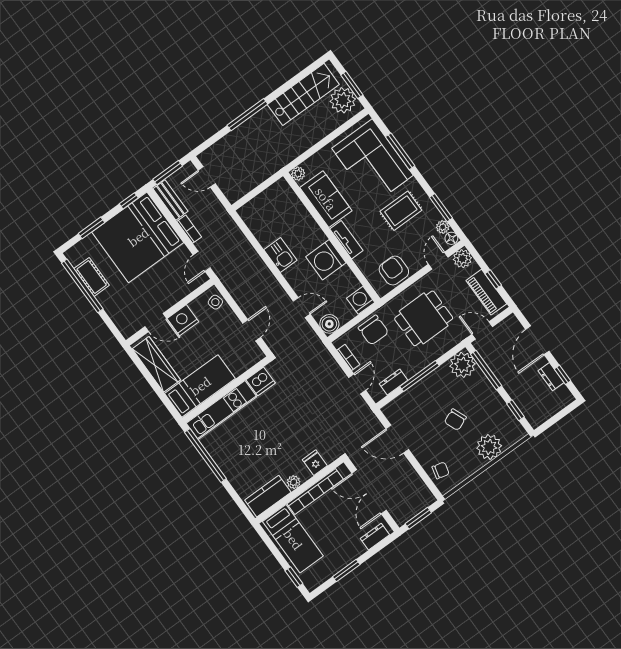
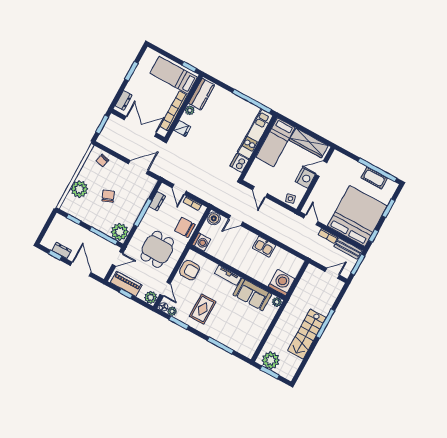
stairs: (303, 94) -> (307, 334), moved
corner sofa: (373, 162) -> (234, 331), removed
washing machine: (326, 260) -> (282, 283), moved
window: (294, 577) -> (189, 67), moved

